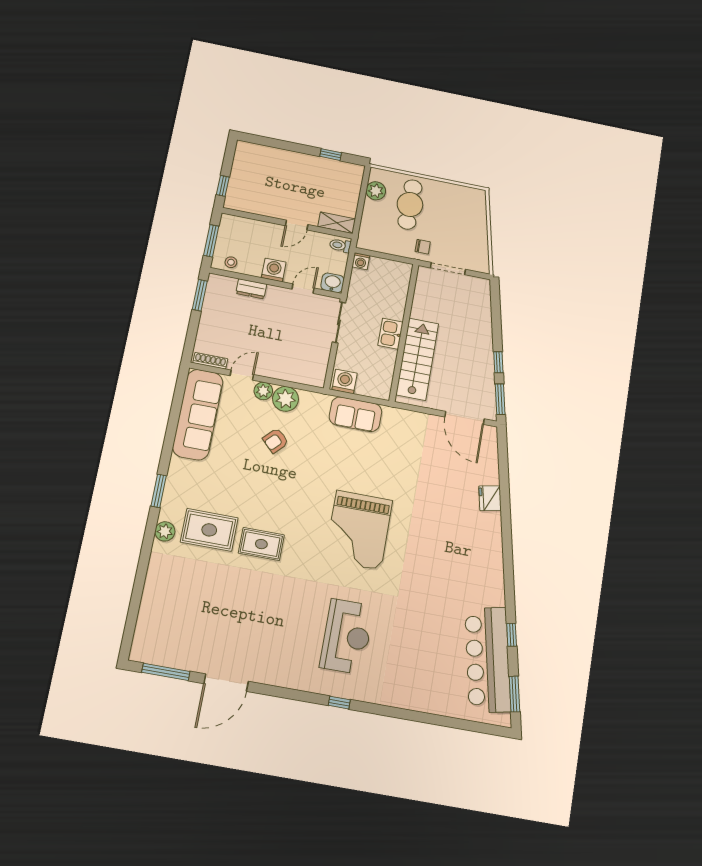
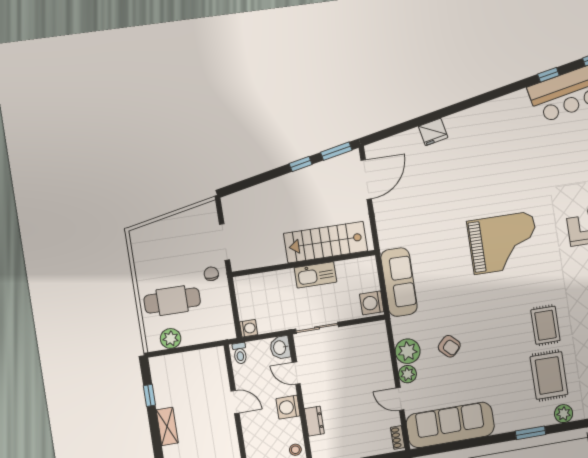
shelving: (337, 223) -> (167, 426), moved
kitchen sink: (390, 334) -> (315, 275), width x1.38
shoe rack: (210, 361) -> (398, 437), width x0.70
sofa: (355, 414) -> (399, 282), width x1.36

